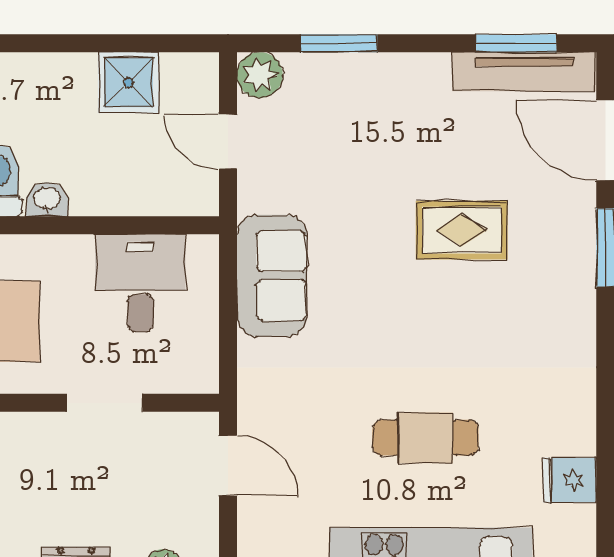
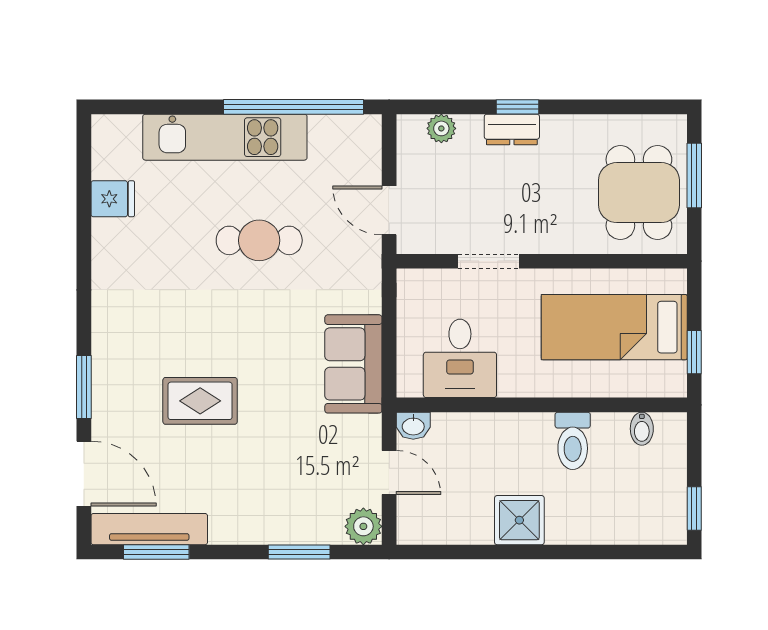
shower: (129, 83) -> (519, 520), moved
washbasin: (47, 199) -> (413, 426), moved
cafe table: (425, 438) -> (259, 240), moved

